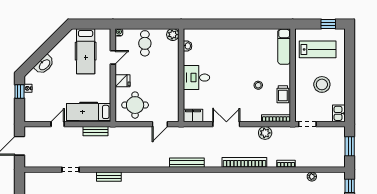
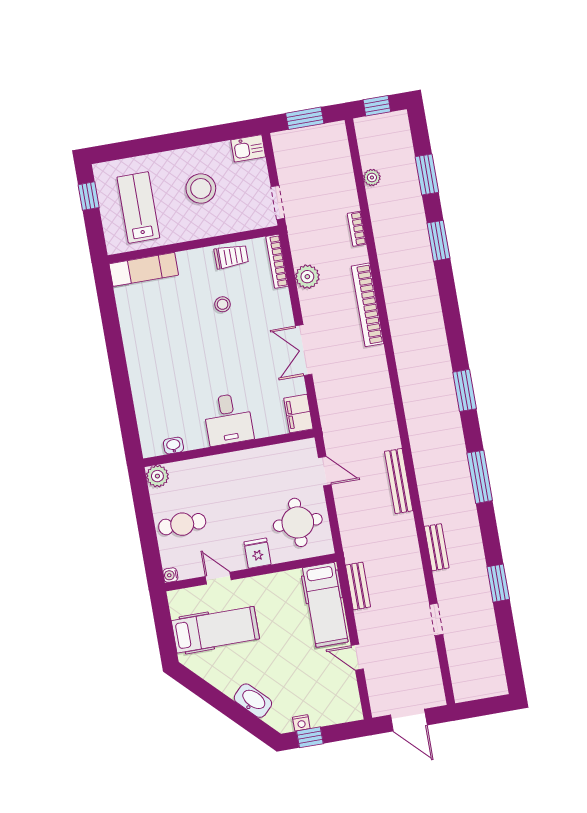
bench: (187, 163) -> (399, 481), moved

